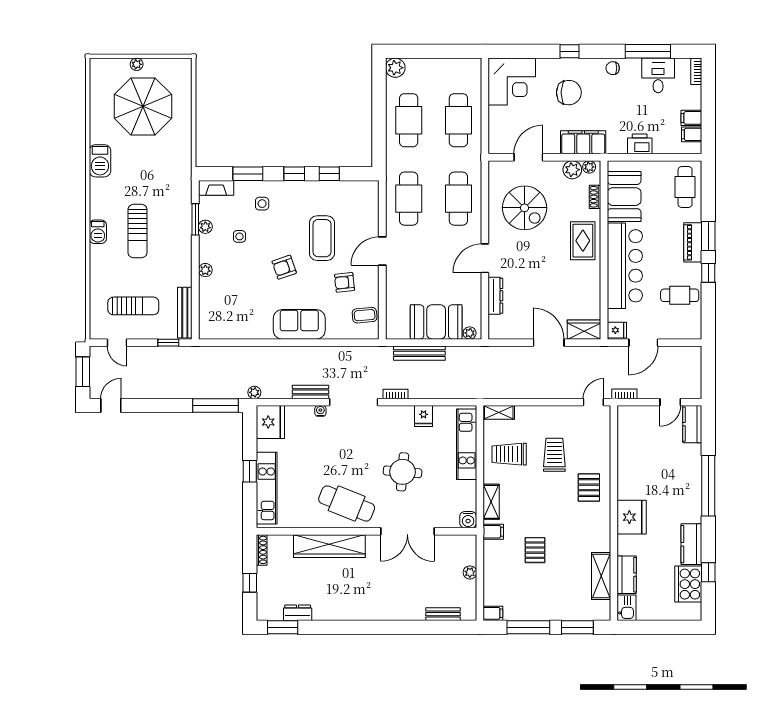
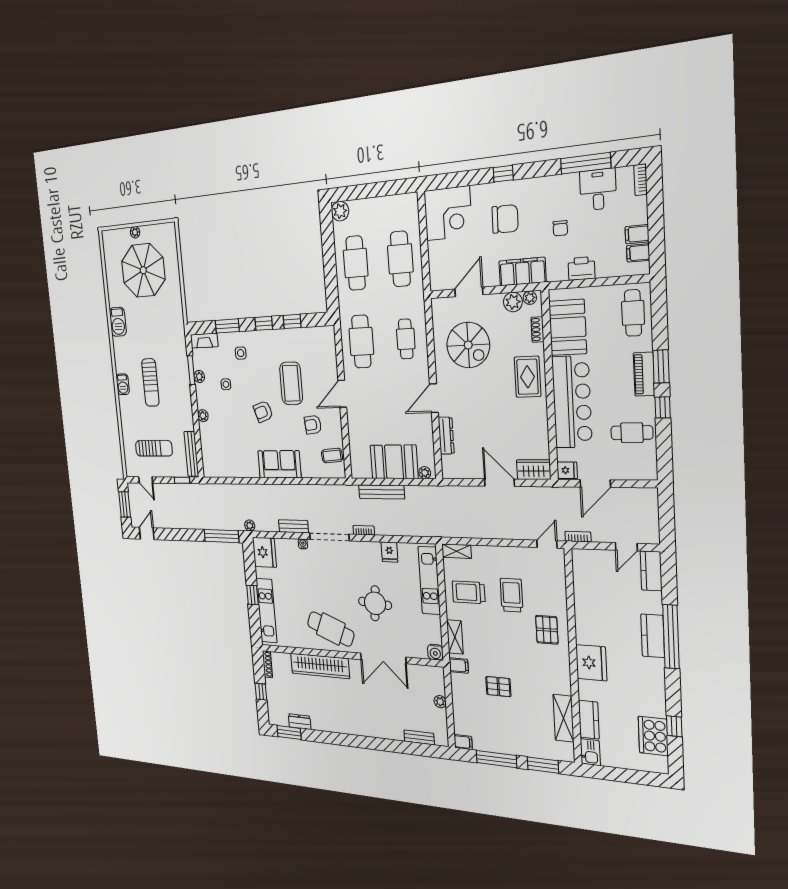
chair: (613, 68) -> (560, 228), moved, turned -90
cafe table: (458, 199) -> (406, 339), width x0.73, depth x0.74
kitchen counter: (691, 544) -> (653, 636), moved
pallet: (535, 550) -> (498, 687), turned 90

